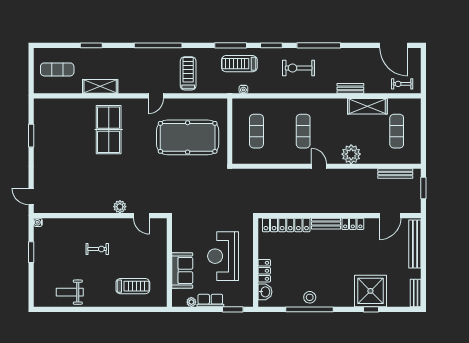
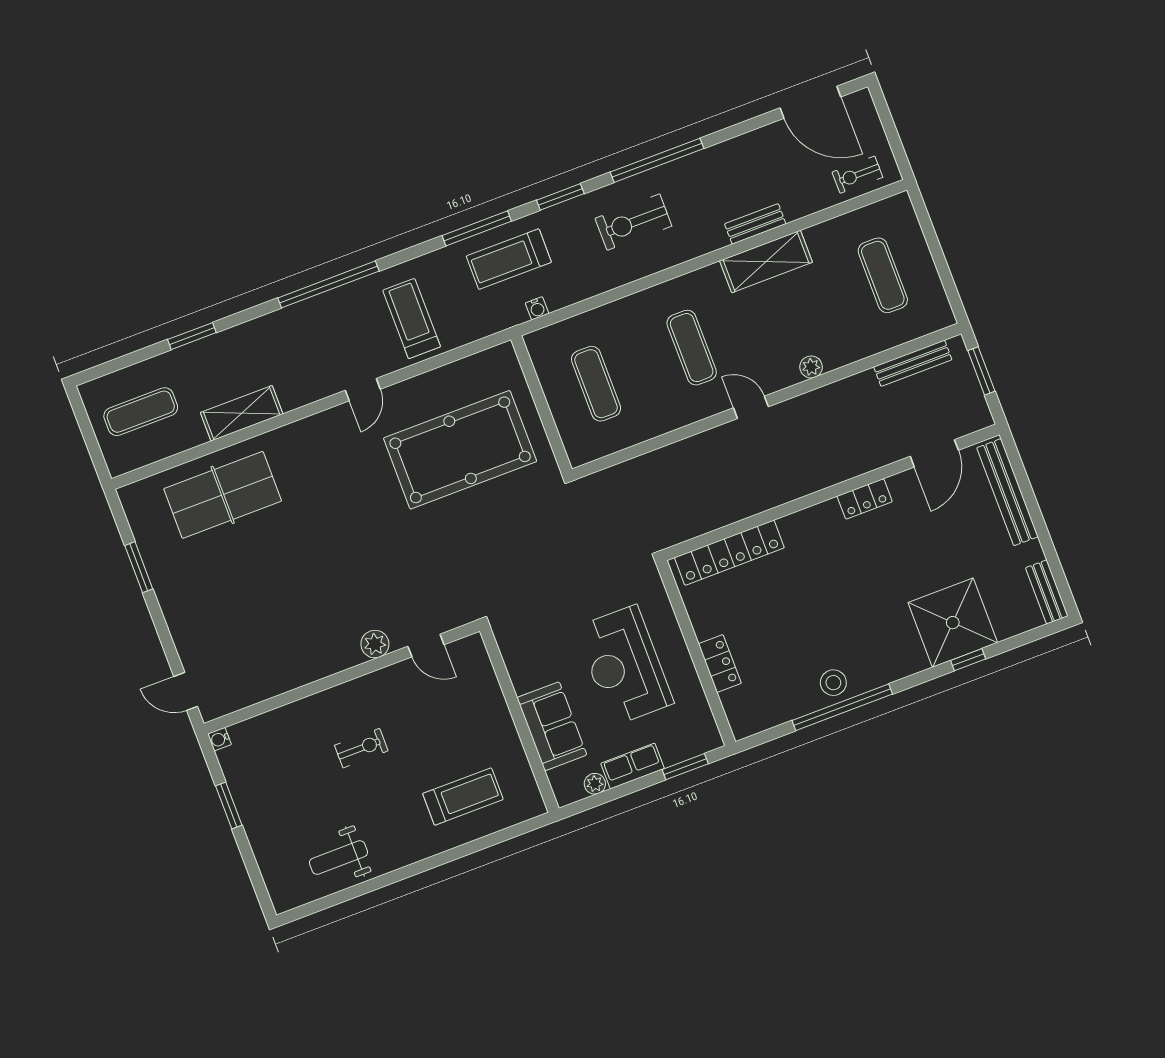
shelving: (367, 106) -> (766, 261), moved
table tennis table: (109, 130) -> (223, 495), moved, turned 90
plant: (351, 154) -> (811, 367), width x0.53, depth x0.53
bench: (326, 224) -> (810, 519), removed
washbasin: (265, 292) -> (738, 706), removed

